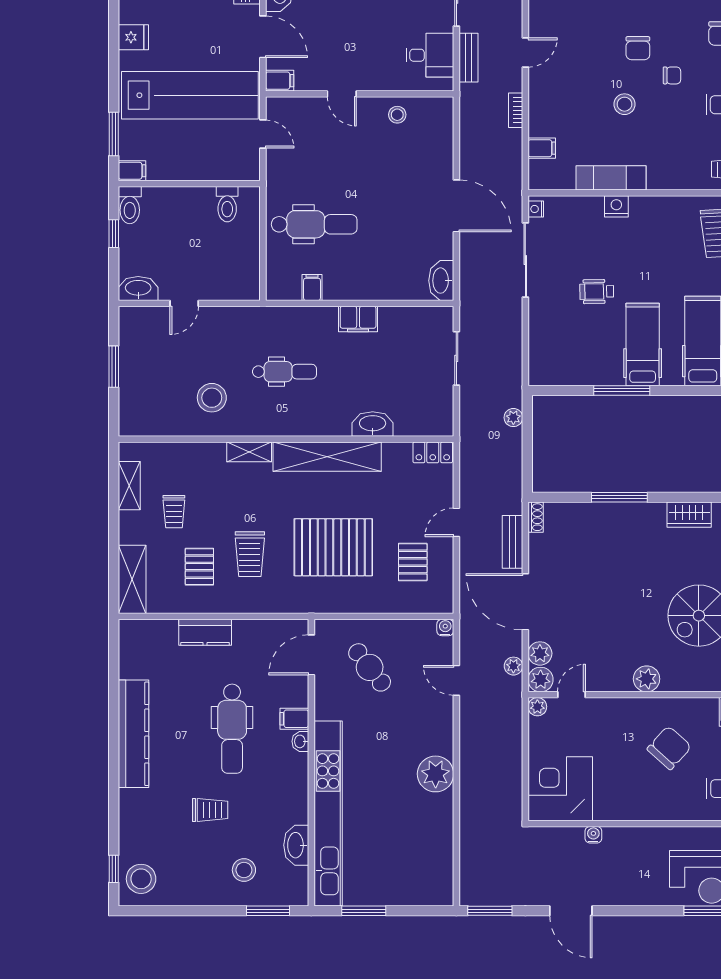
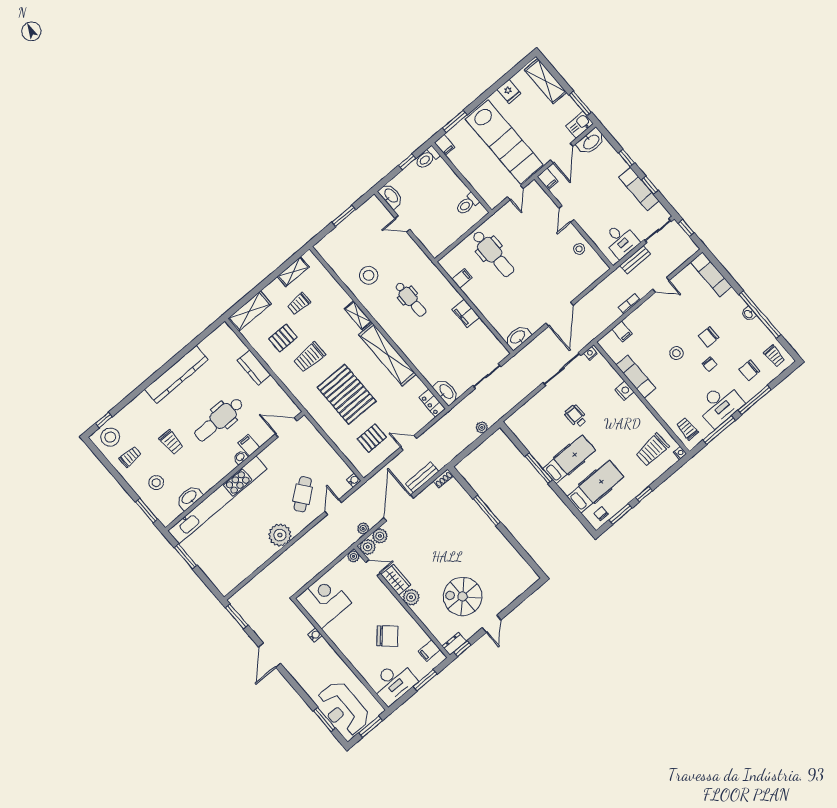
washbasin: (373, 424) -> (446, 392), moved
wardrobe: (689, 515) -> (396, 580), moved, turned 180
cafe table: (370, 667) -> (303, 494), moved
trolley: (186, 875) -> (130, 457), added

